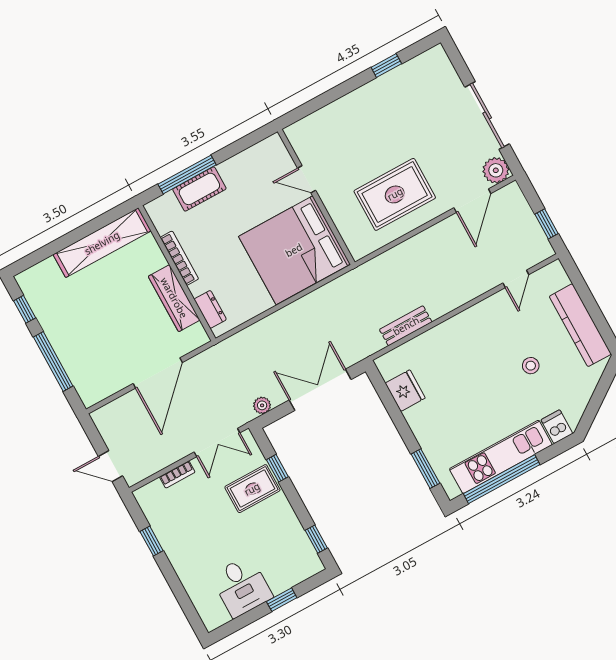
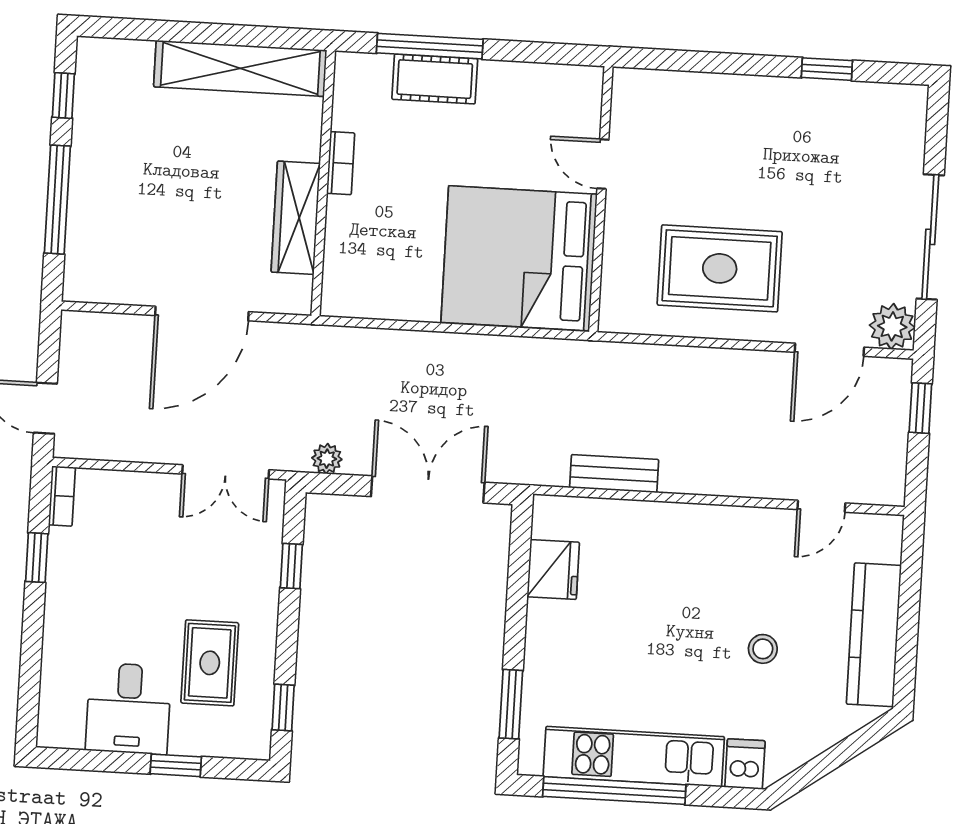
window: (546, 224) -> (920, 408), moved
bookcase: (179, 258) -> (341, 163), width x0.64
dresser: (210, 309) -> (339, 268), removed
bookcase: (177, 474) -> (62, 496), moved, turned -90
rug: (252, 489) -> (210, 663), moved, turned 90

